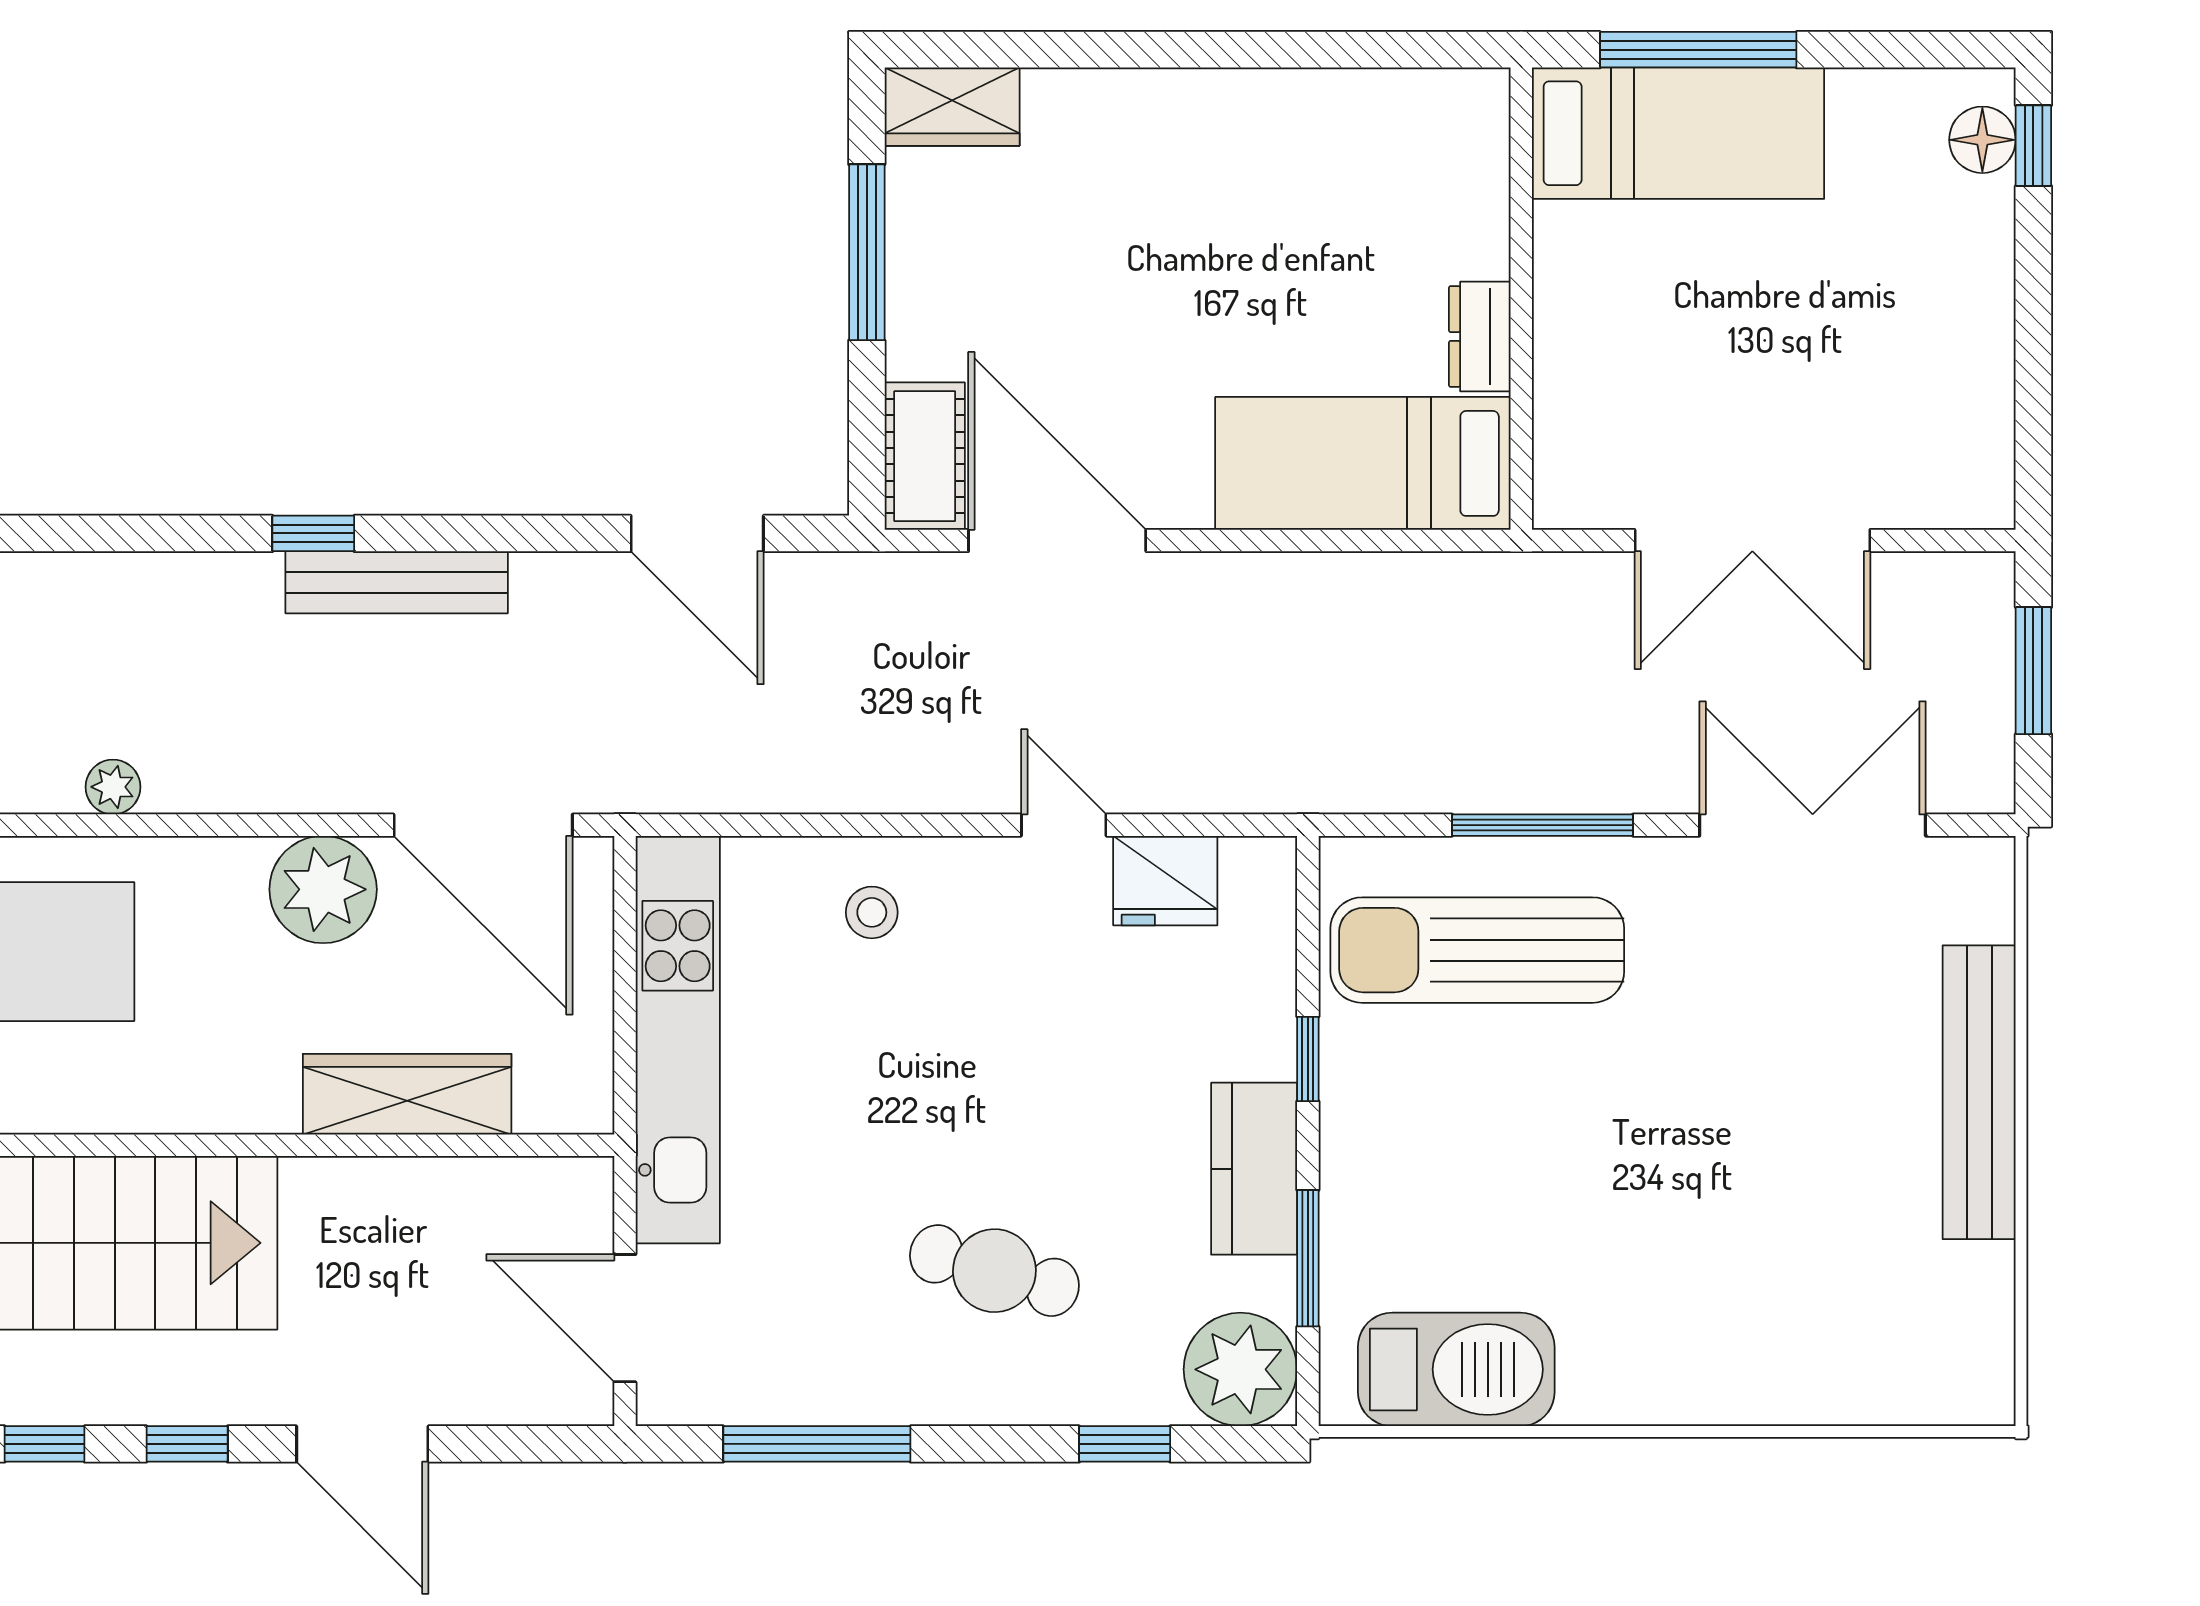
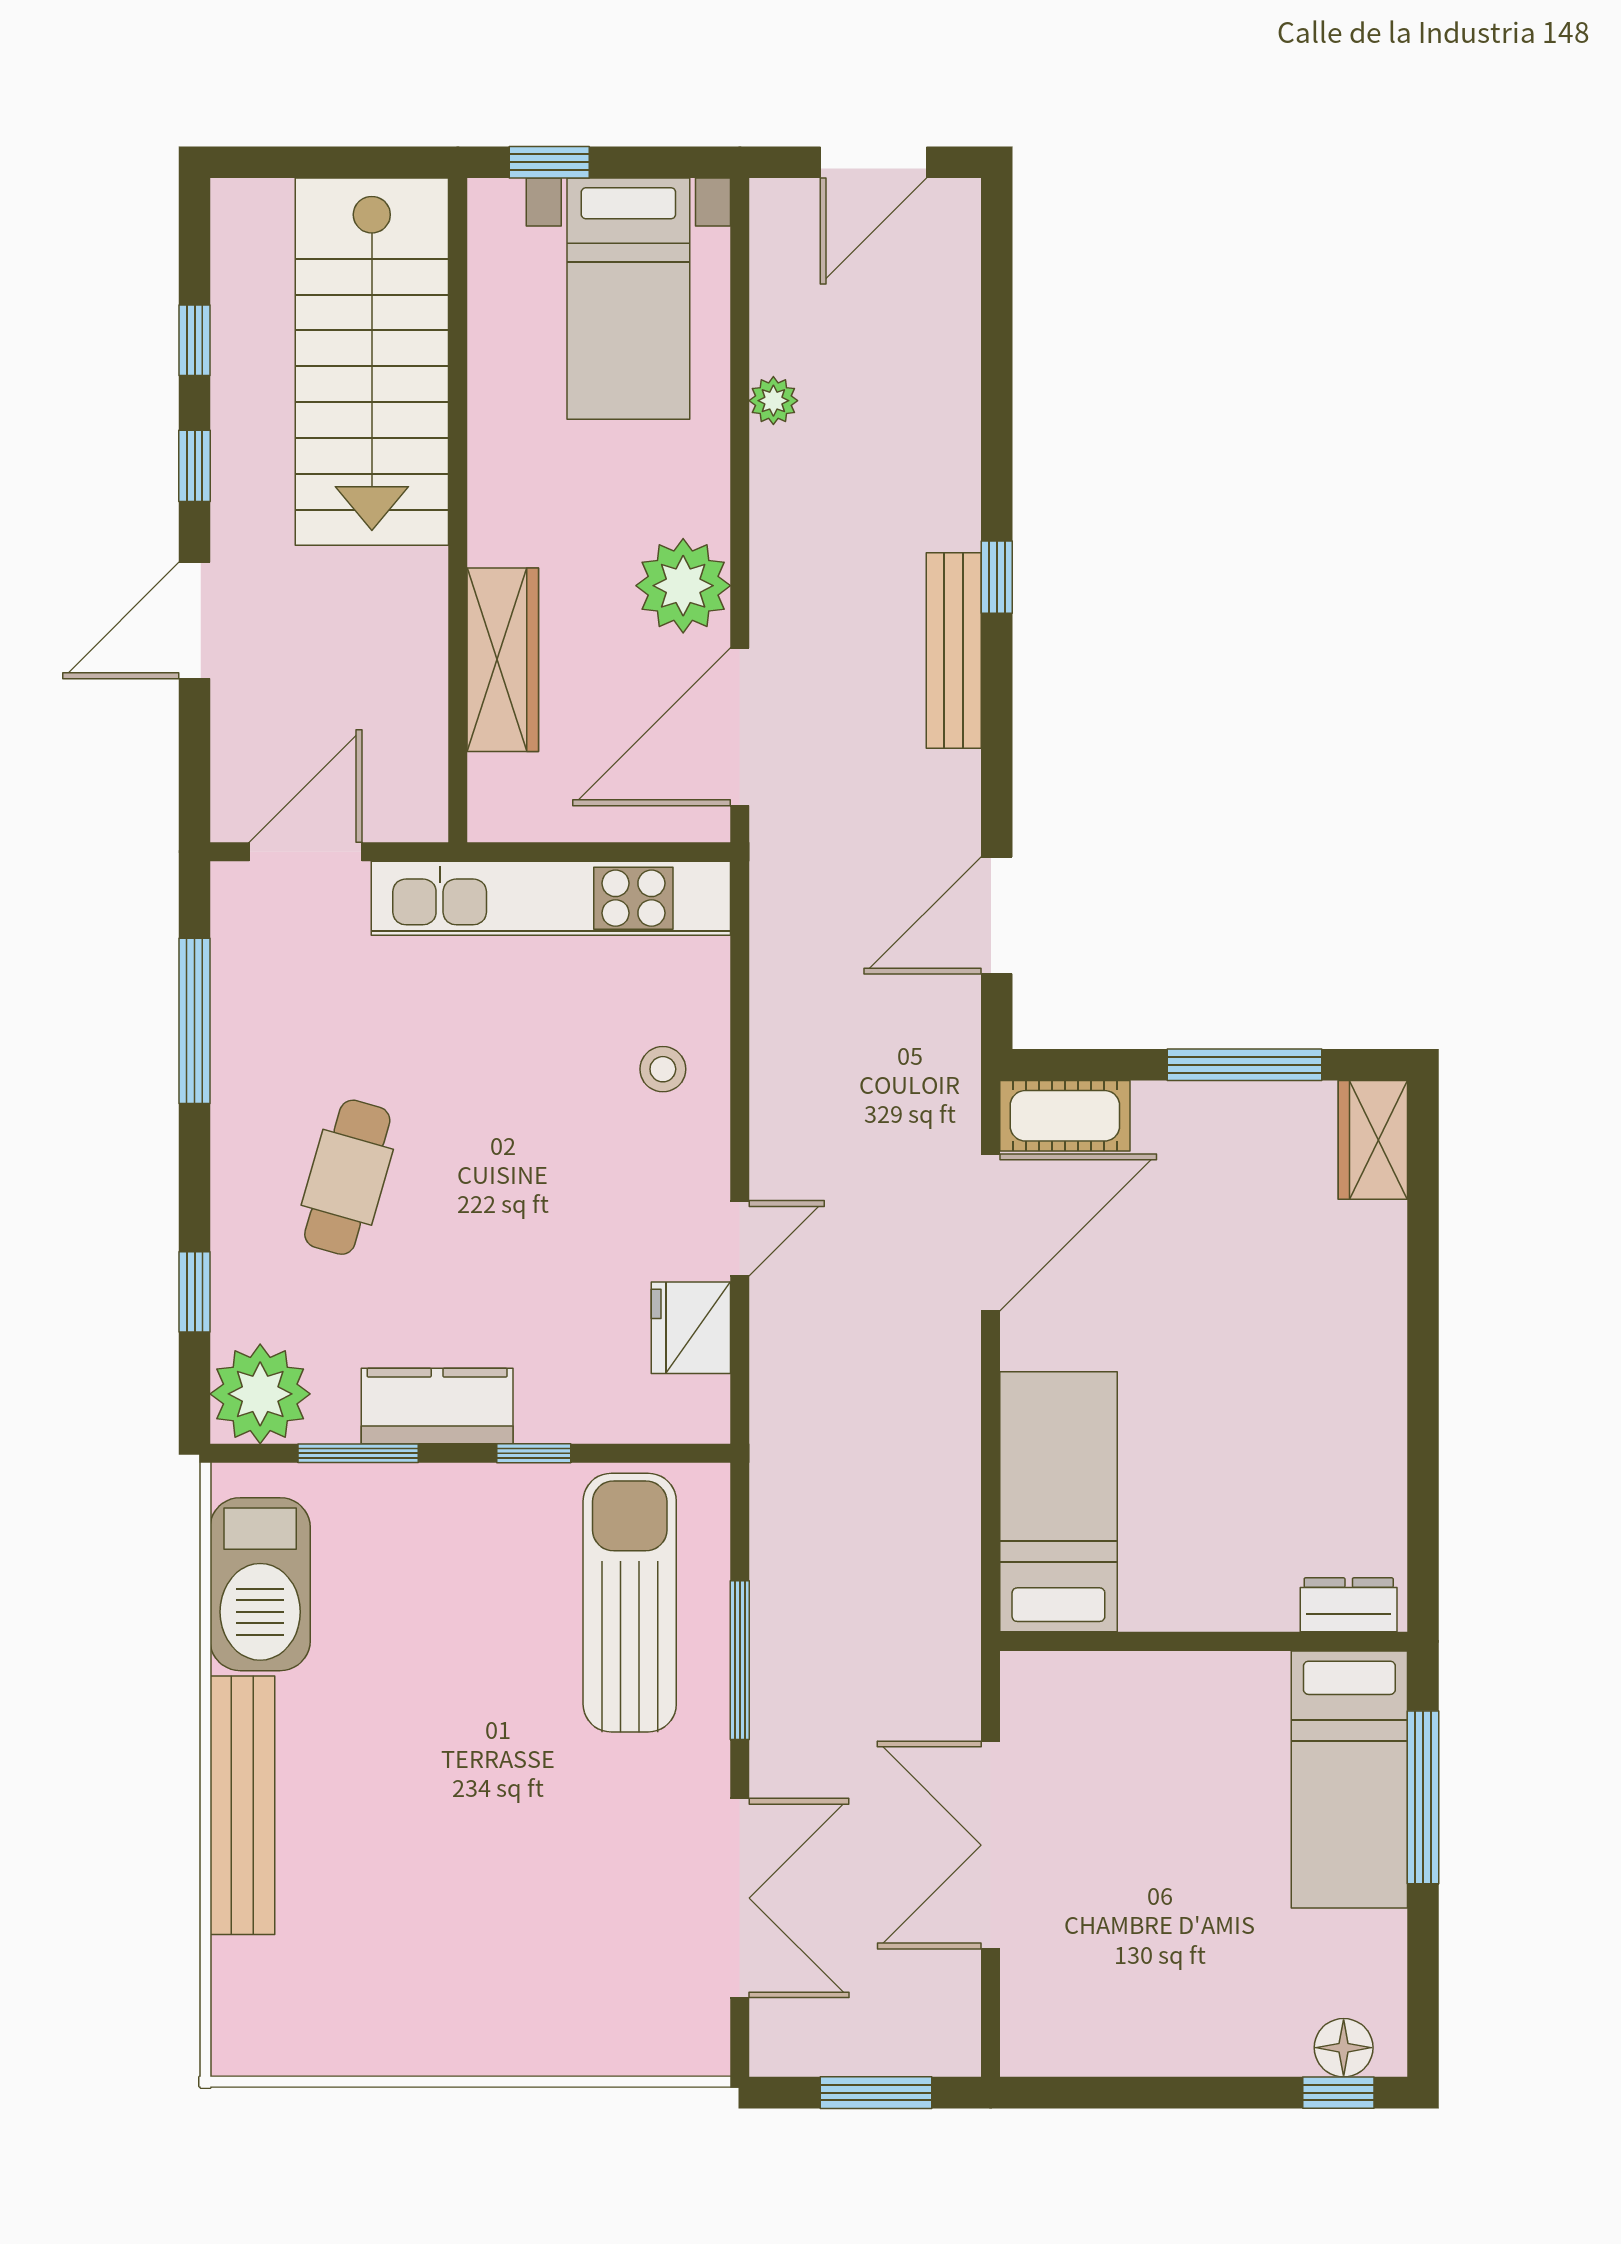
dresser: (1480, 336) -> (1349, 1605), moved
bench: (1979, 1092) -> (242, 1805), moved, turned 90

